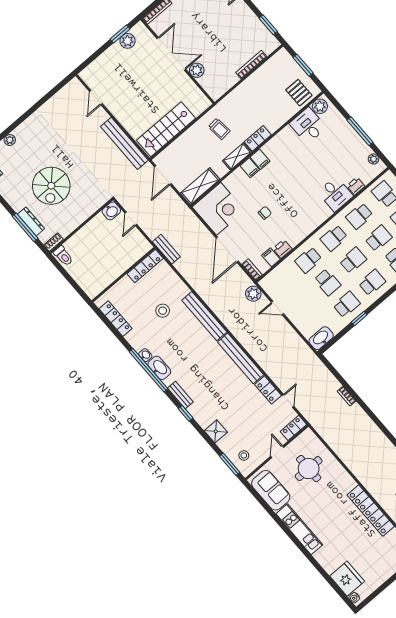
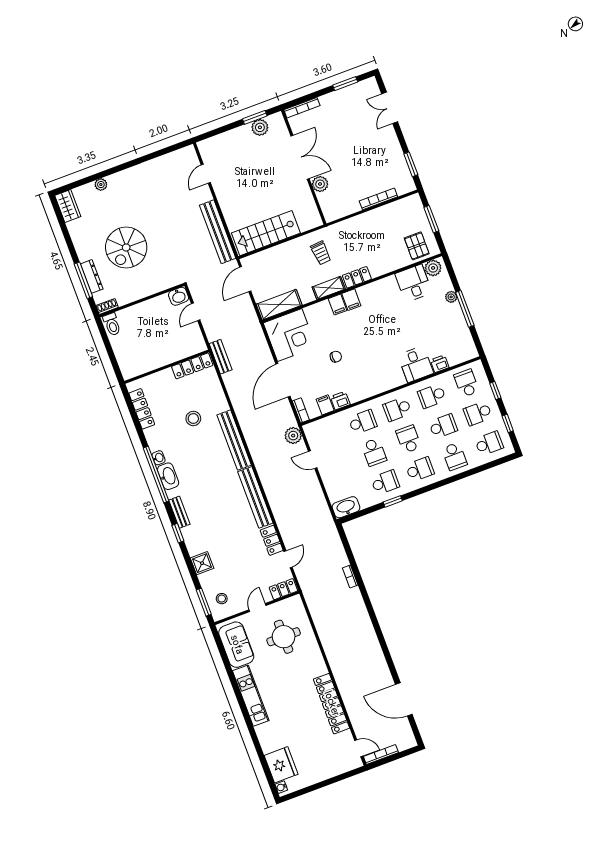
plant: (374, 159) -> (451, 297), moved
school desk: (308, 260) -> (363, 422), turned 180
school desk: (353, 260) -> (409, 439), turned -90

